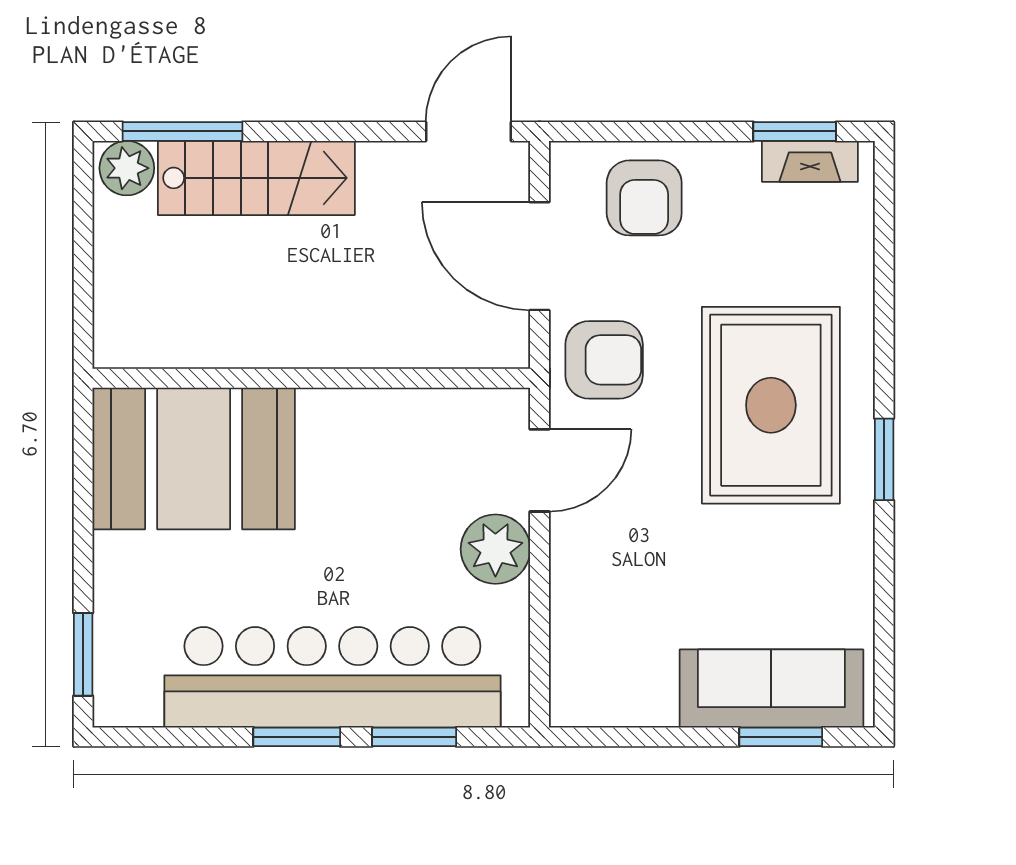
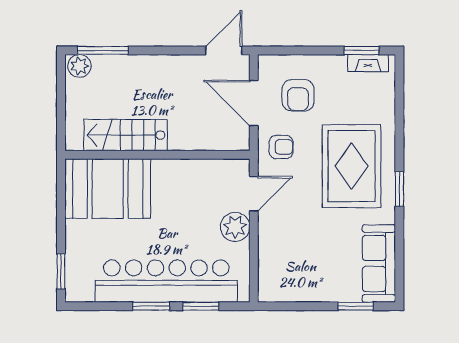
stairs: (256, 178) -> (125, 135), moved, turned 180
armchair: (644, 198) -> (298, 95), moved
armchair: (604, 360) -> (281, 147), width x0.72, depth x0.72
sofa: (771, 688) -> (379, 263), moved, turned -90

